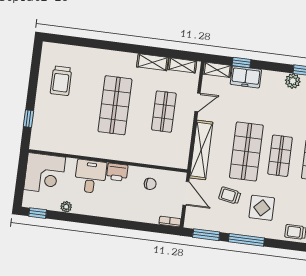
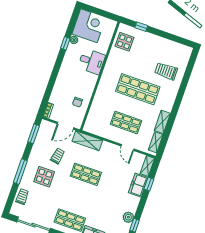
trolley: (61, 81) -> (166, 71), moved
display table: (54, 137) -> (125, 42), added
shelving: (201, 150) -> (87, 141), width x0.68
shop shelf: (246, 151) -> (86, 174), width x0.70, depth x0.74
shop shelf: (280, 156) -> (78, 197), removed
printer: (117, 172) -> (91, 81), removed
corner desk: (45, 173) -> (89, 26), moved, turned 180
window: (38, 213) -> (65, 43), moved
window: (246, 240) -> (20, 171), moved

